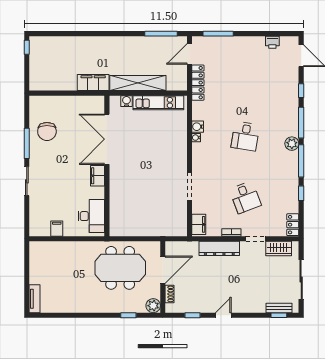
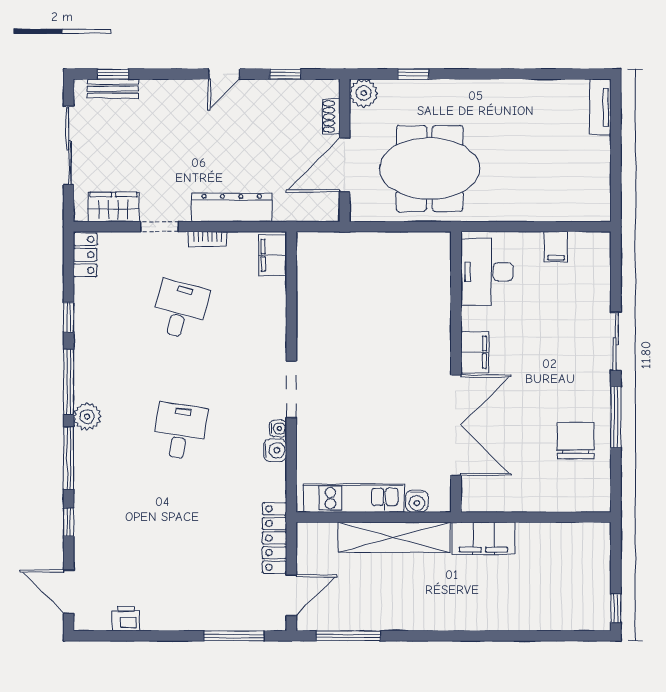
doorway: (189, 186) -> (291, 389), moved
desk: (245, 197) -> (180, 309), turned 36

